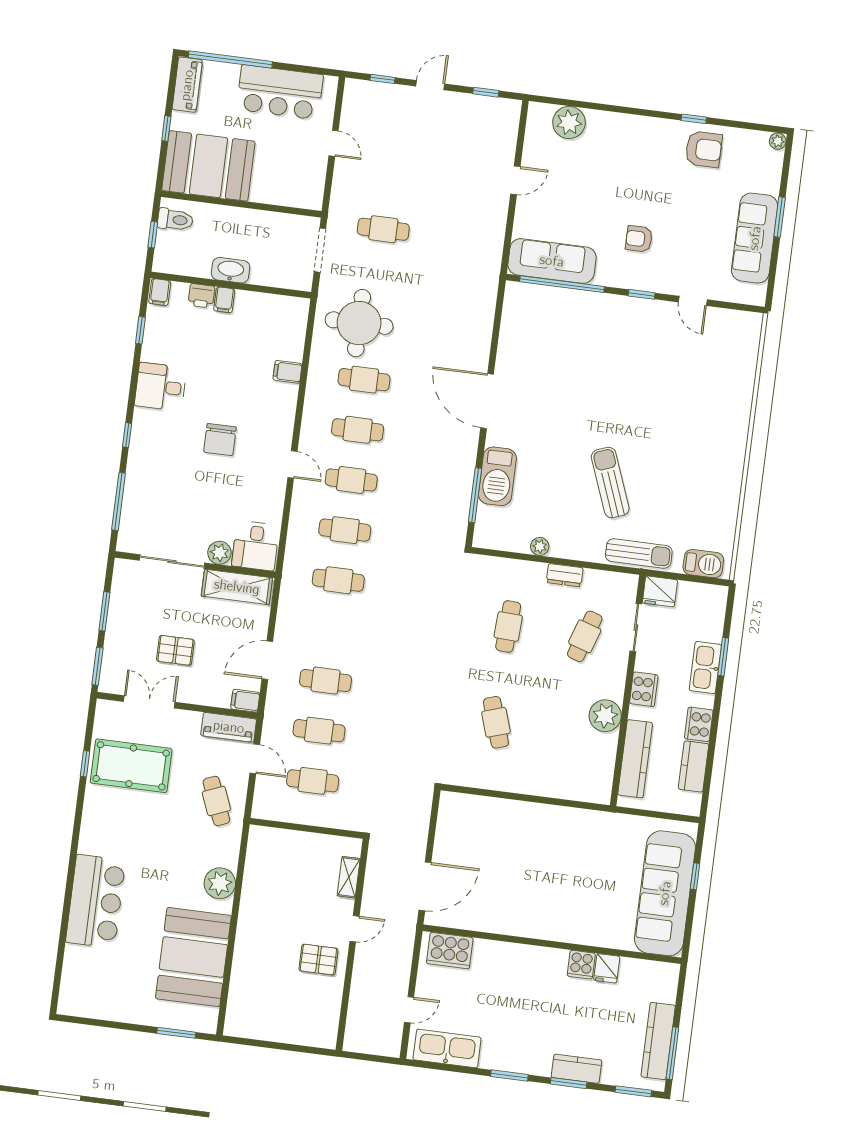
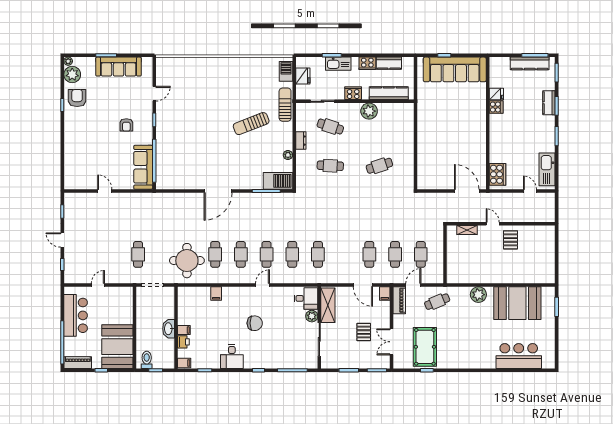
plant: (569, 122) -> (72, 75), moved
barbecue: (497, 476) -> (278, 181), moved
fridge: (660, 591) -> (303, 76), moved
bar counter: (96, 901) -> (519, 356), moved

